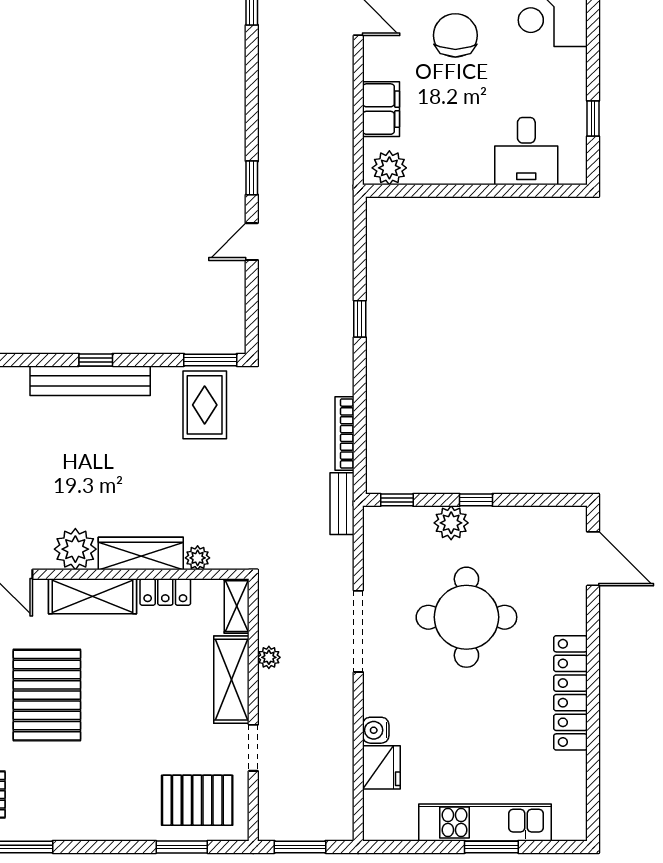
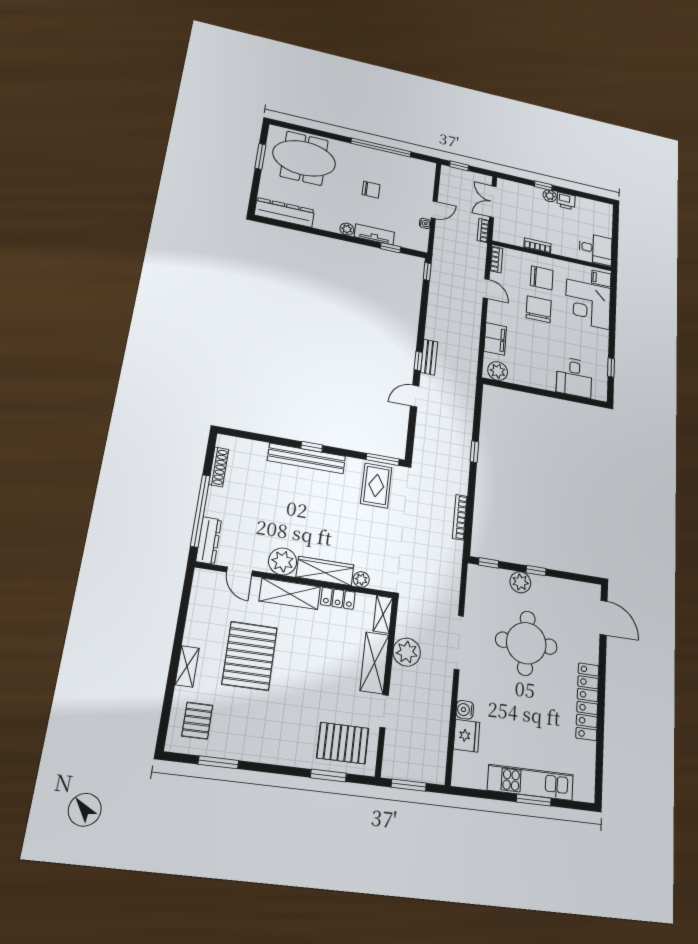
bench: (342, 504) -> (429, 357), moved
plant: (269, 657) -> (407, 652), width x1.87, depth x1.87

